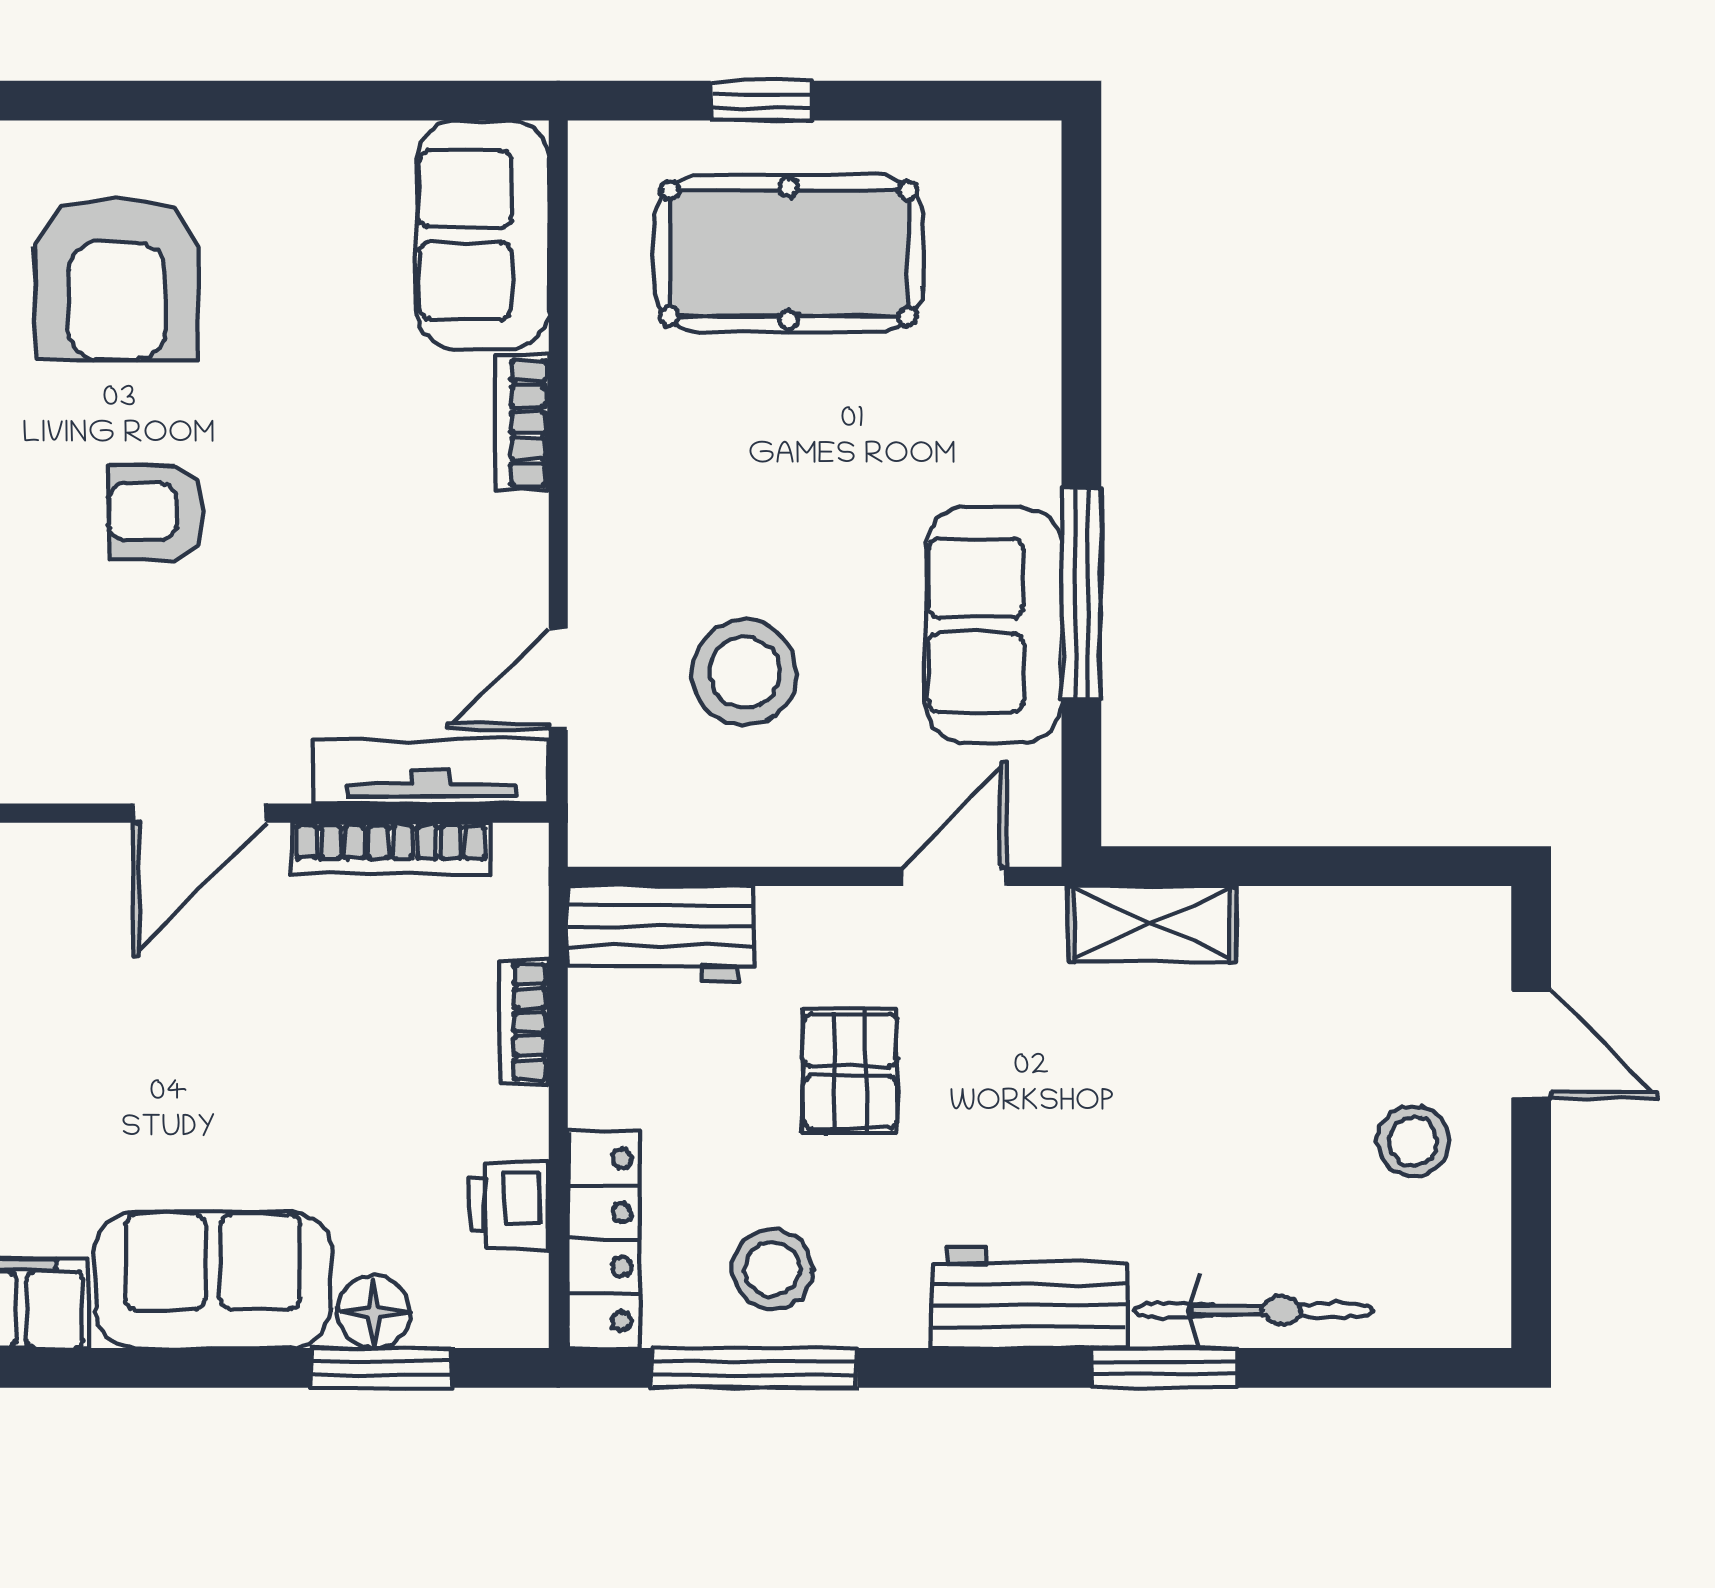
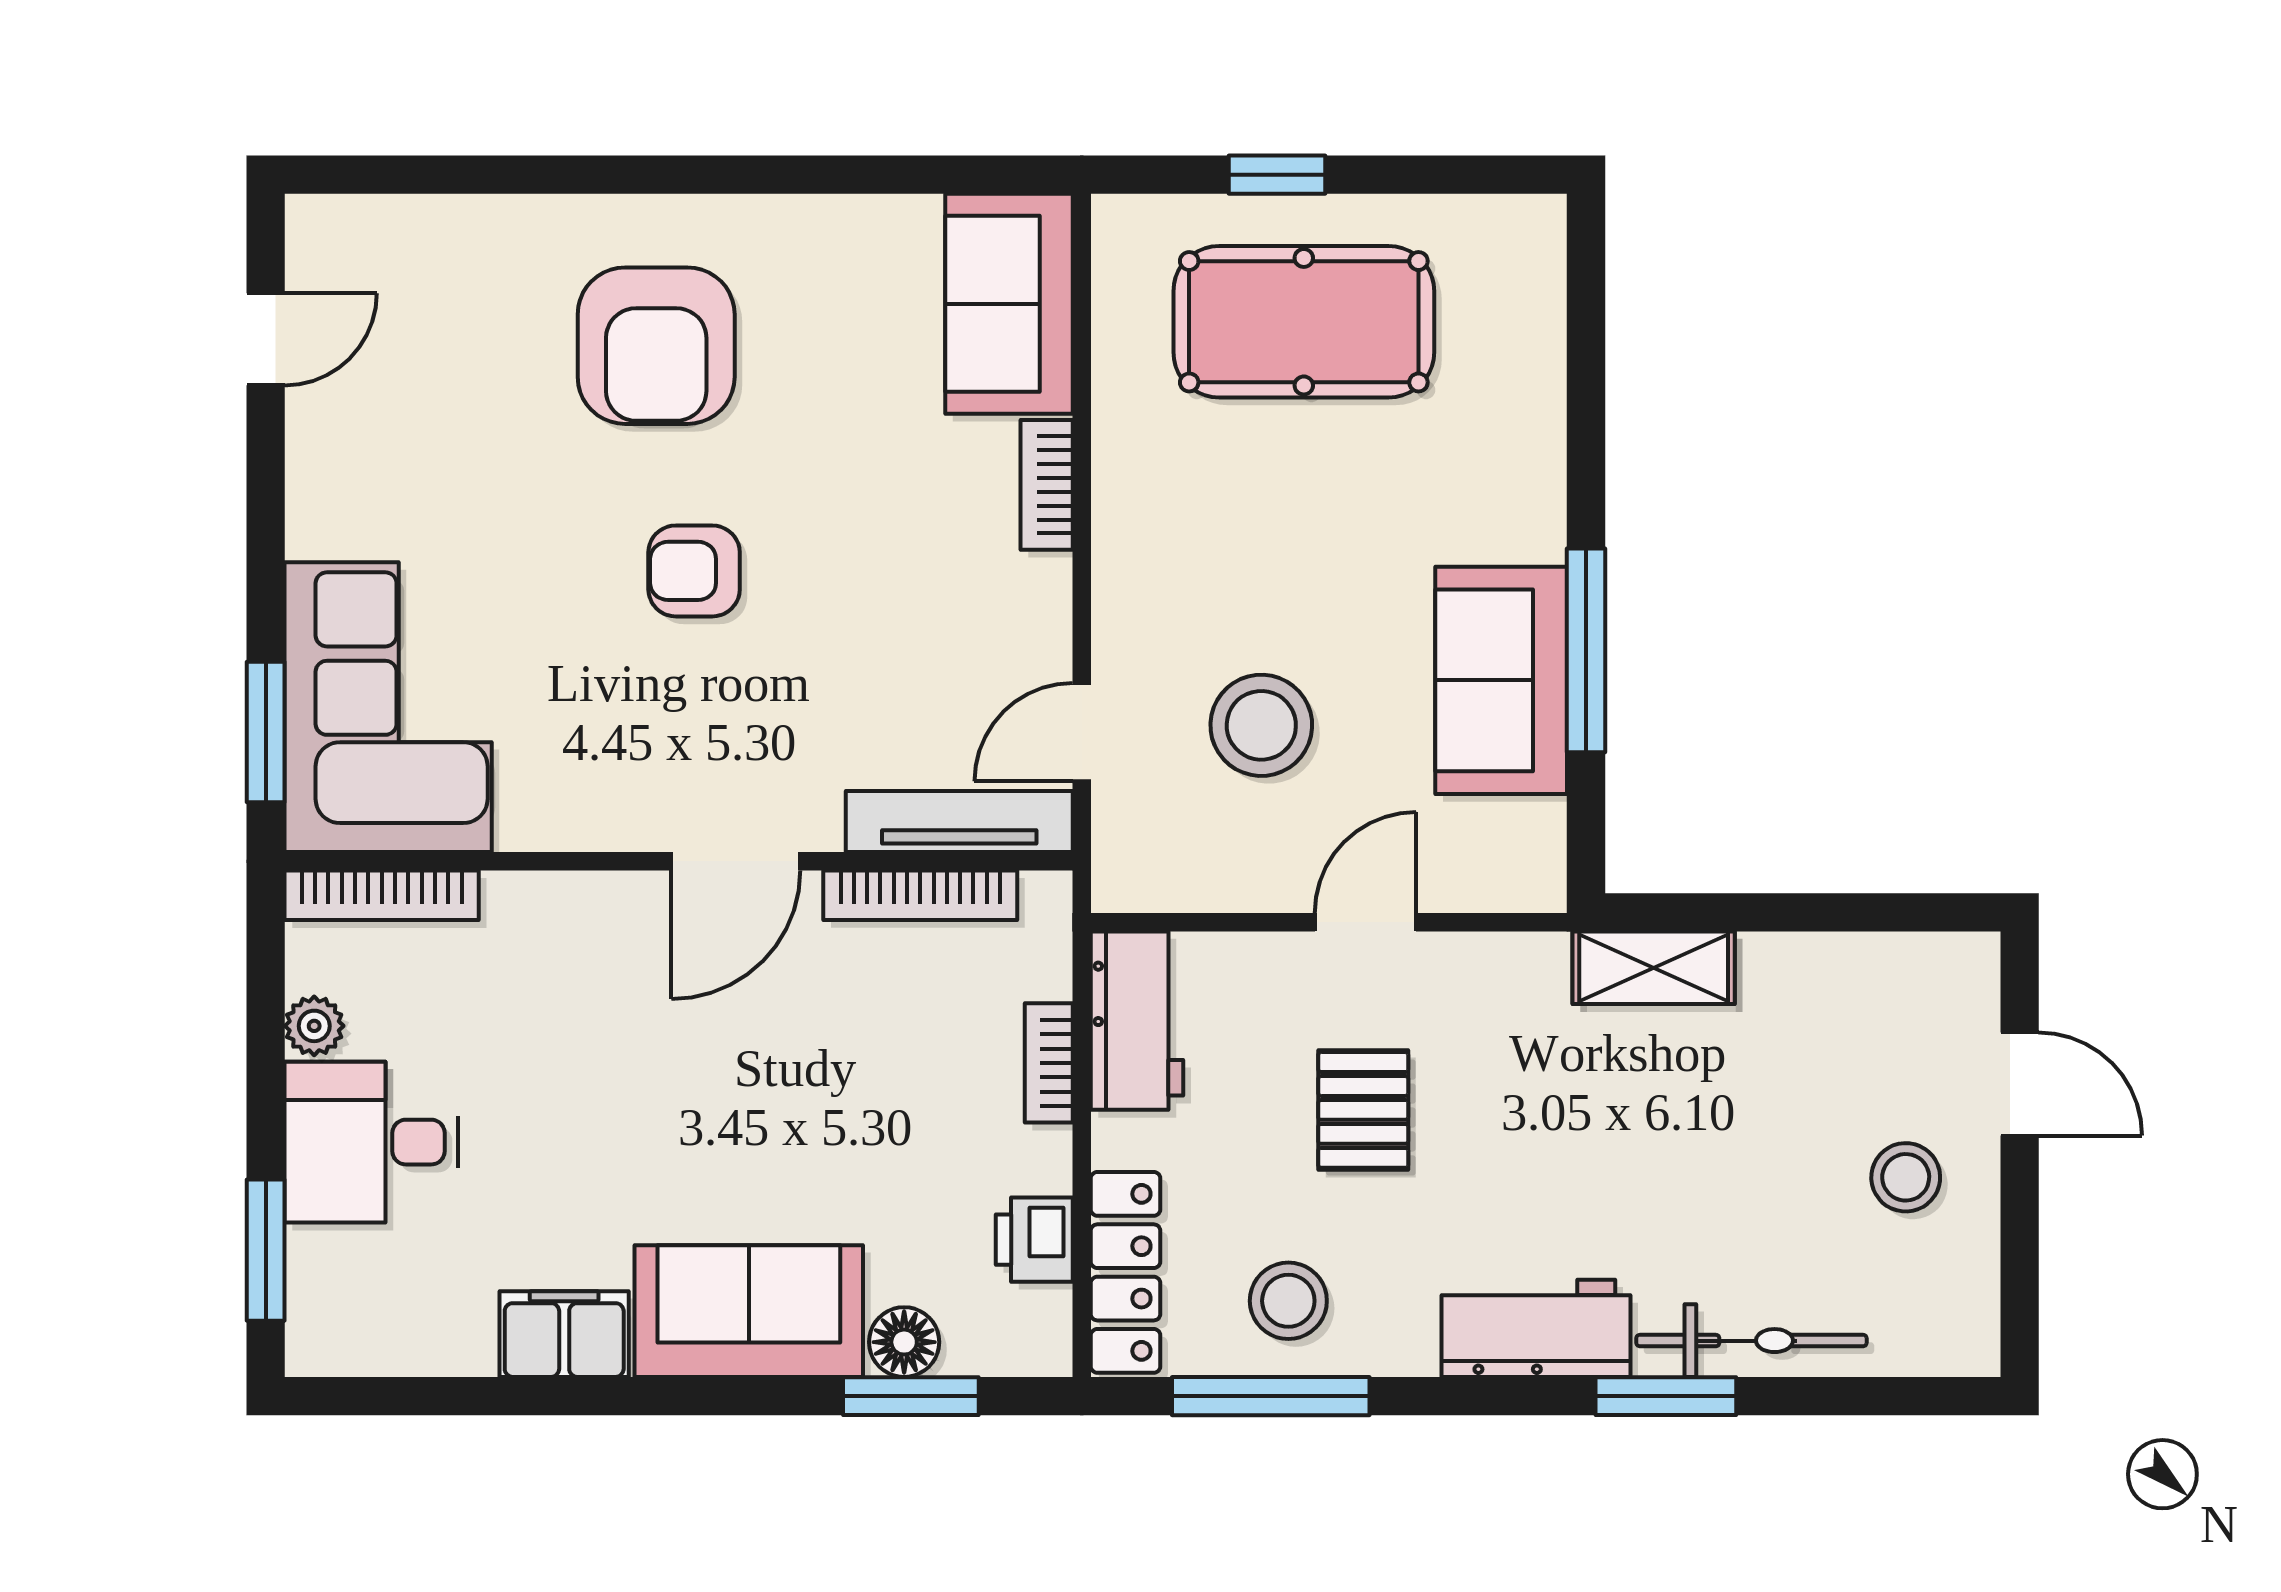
door: (954, 876) -> (1366, 922), moved
workbench: (660, 934) -> (1137, 1021), moved, turned -90

